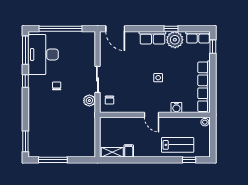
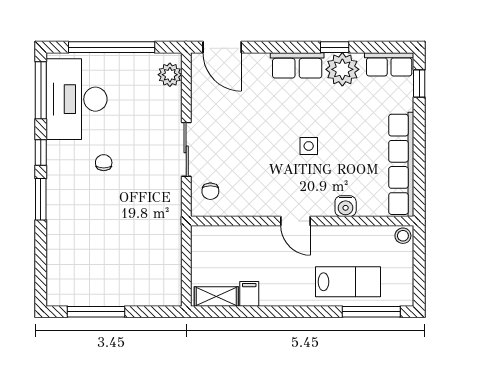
plant: (89, 101) -> (170, 75), moved
window: (25, 141) -> (41, 199), moved
window: (189, 160) -> (371, 312), width x2.17

